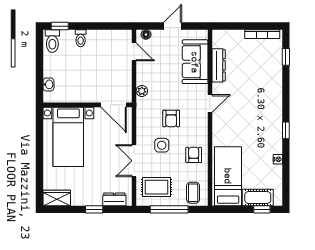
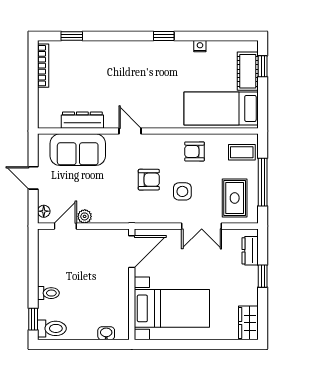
plant: (142, 91) -> (85, 216), moved

